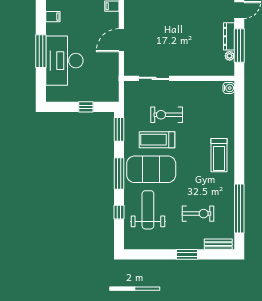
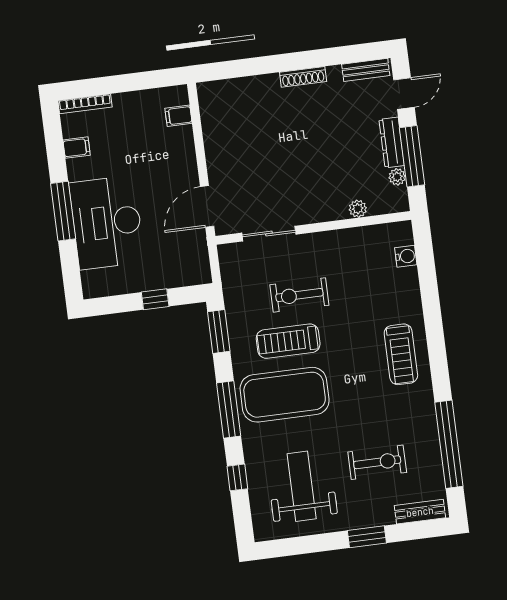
door: (121, 40) -> (207, 206), moved
plant: (205, 71) -> (358, 209), added
water cooler: (229, 88) -> (406, 256), moved
weight bench: (148, 210) -> (302, 486), moved

